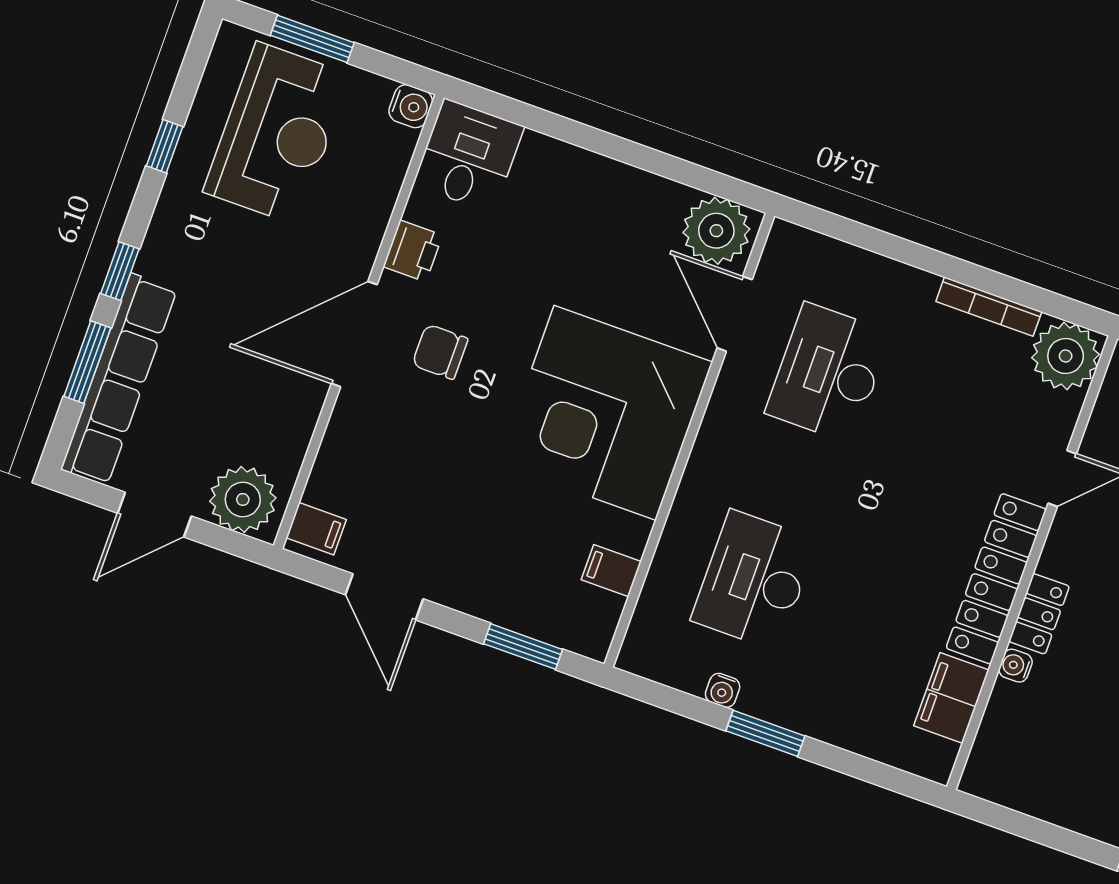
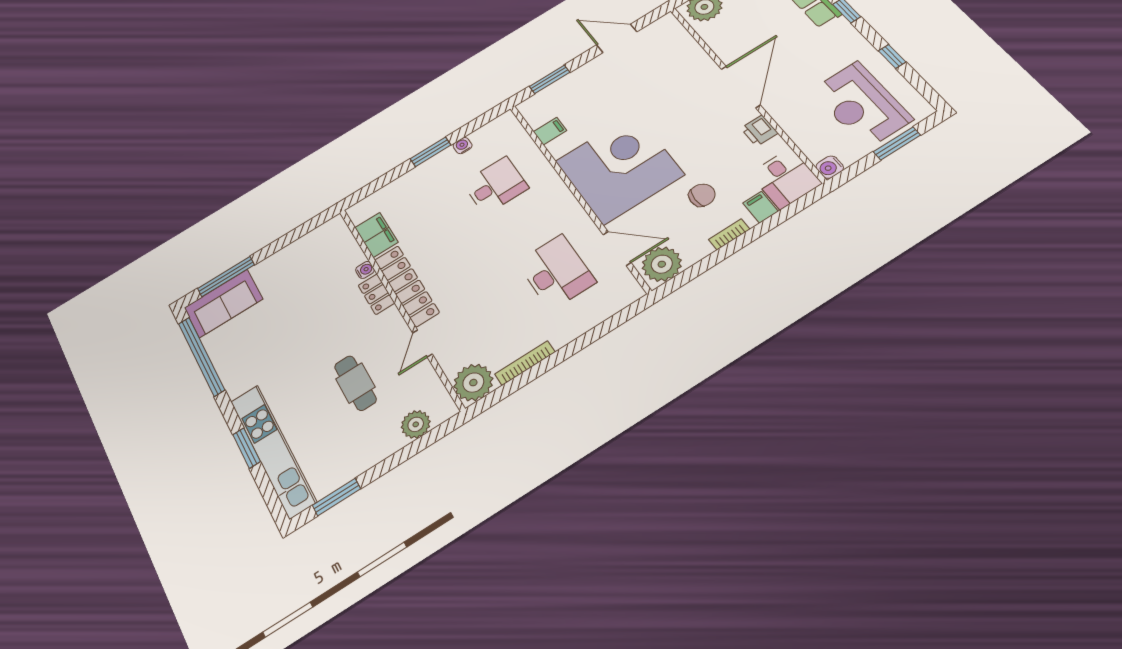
bookcase: (609, 170) -> (729, 234), added
chair: (440, 352) -> (702, 195), moved
filing cabinet: (316, 529) -> (760, 207), moved, turned 90
desk: (754, 580) -> (495, 185), width x0.73

